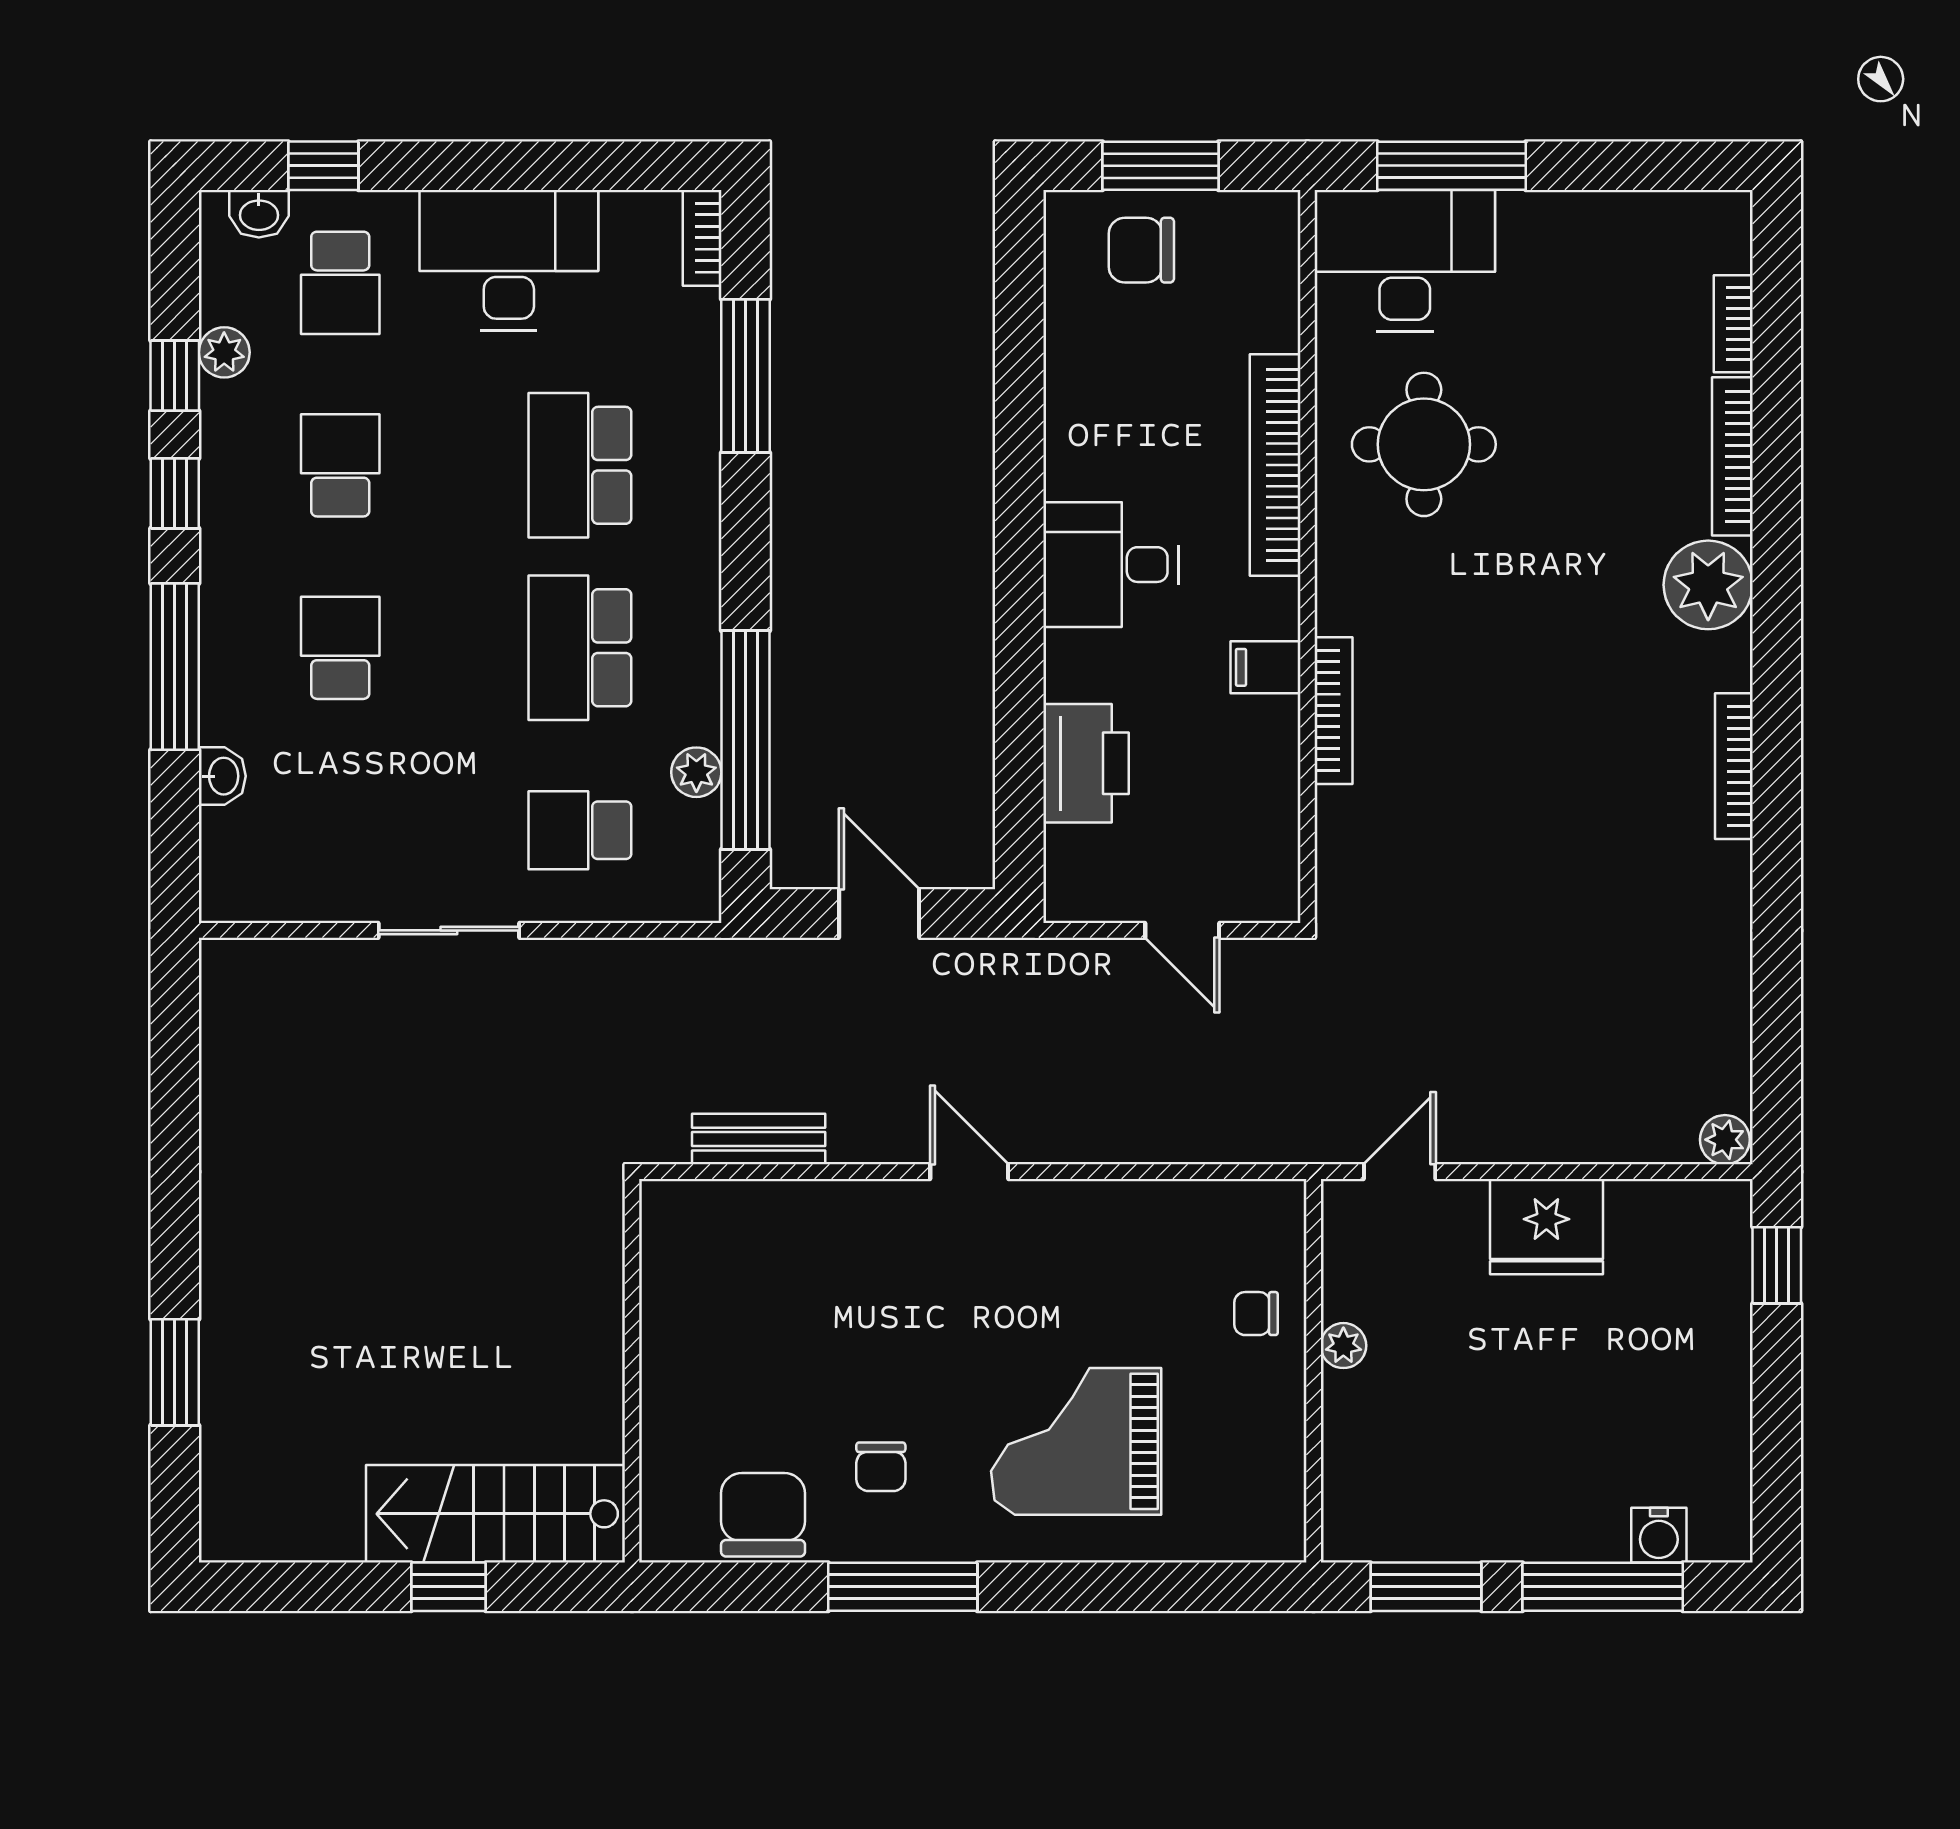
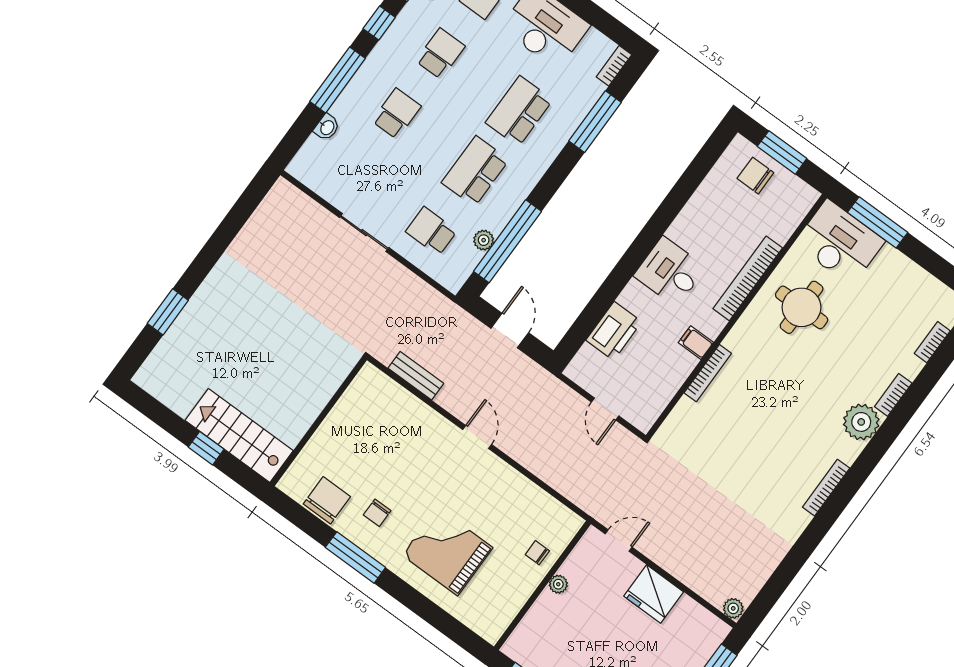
bookcase: (1732, 456) -> (893, 395), width x0.64

